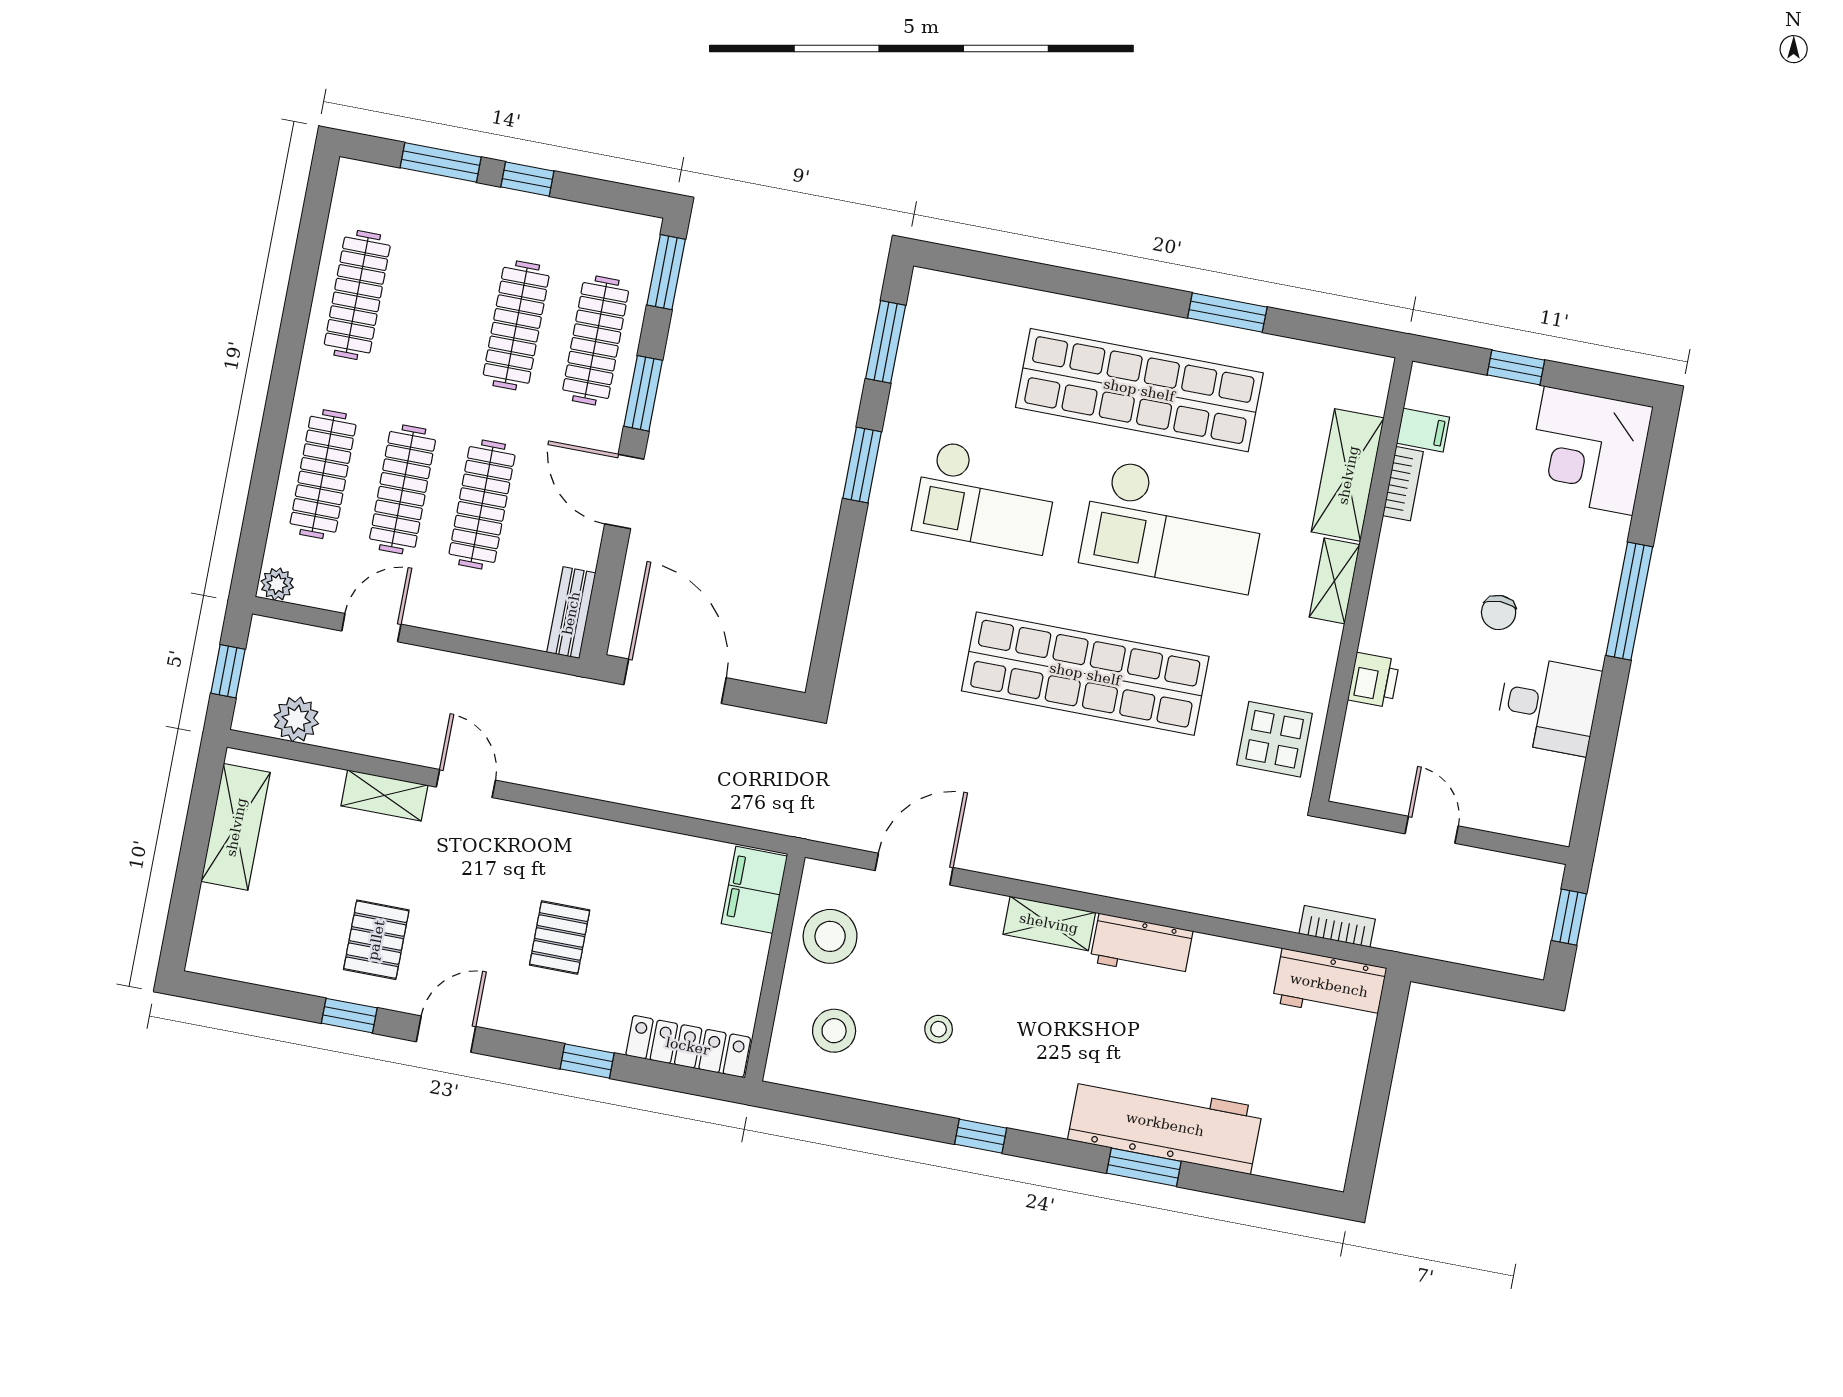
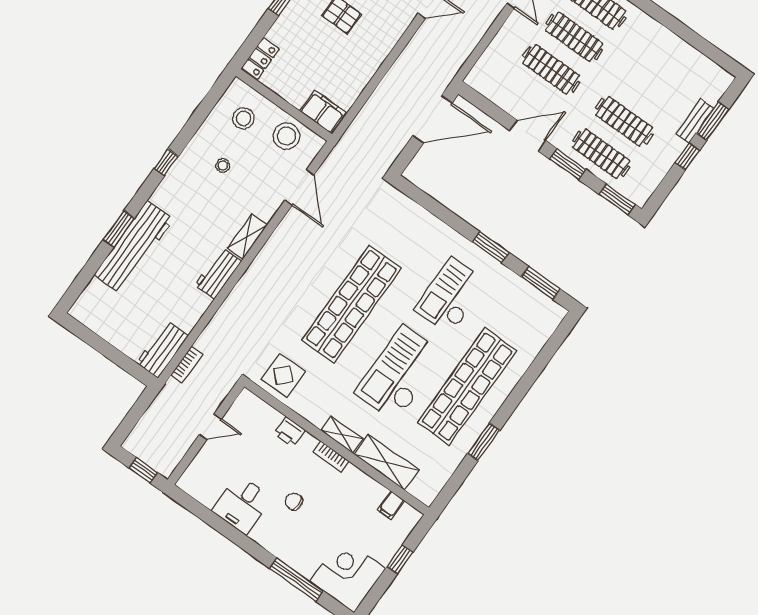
clothes rail: (357, 295) -> (670, 57), removed
bookcase: (1403, 484) -> (331, 457), moved
window: (1629, 601) -> (296, 579), moved
bench: (571, 613) -> (695, 121), moved, turned 90
locker: (688, 1046) -> (260, 59), width x0.66

